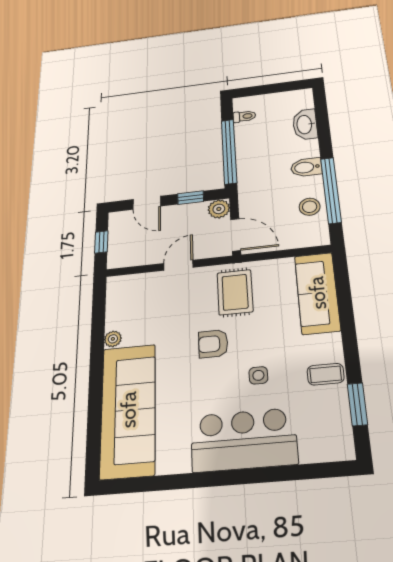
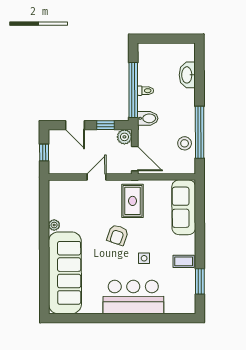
toilet: (244, 116) -> (146, 91), moved
bidet: (306, 167) -> (148, 118), moved, turned 180
armchair: (213, 344) -> (118, 235), turned -71

